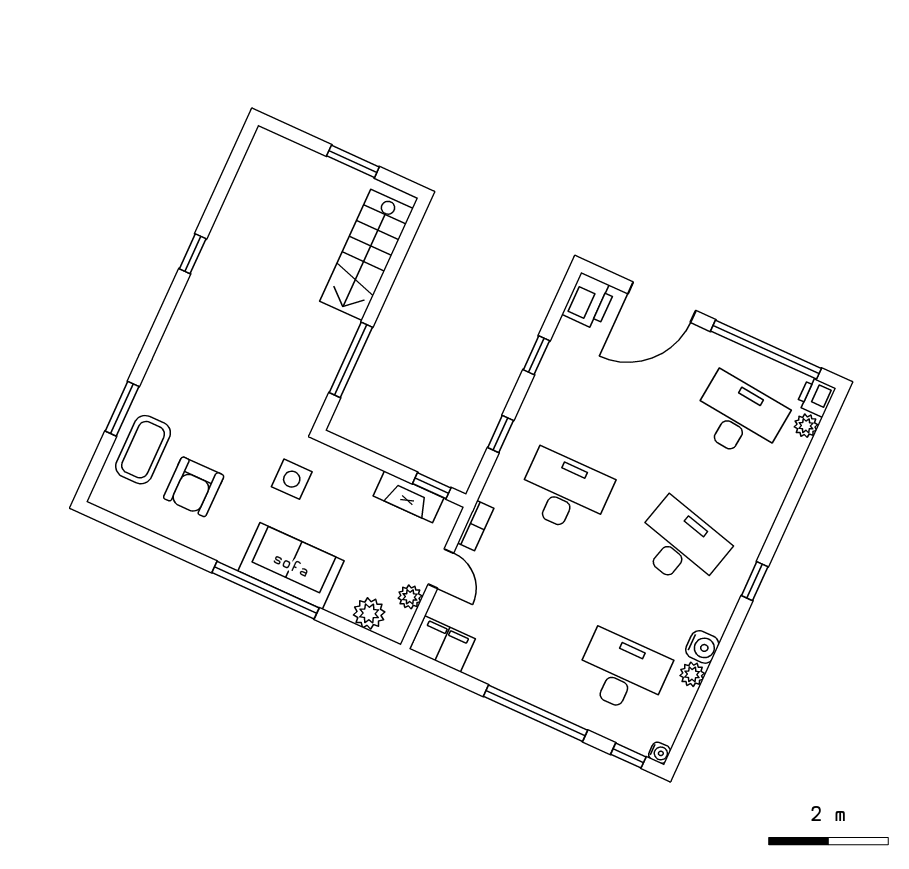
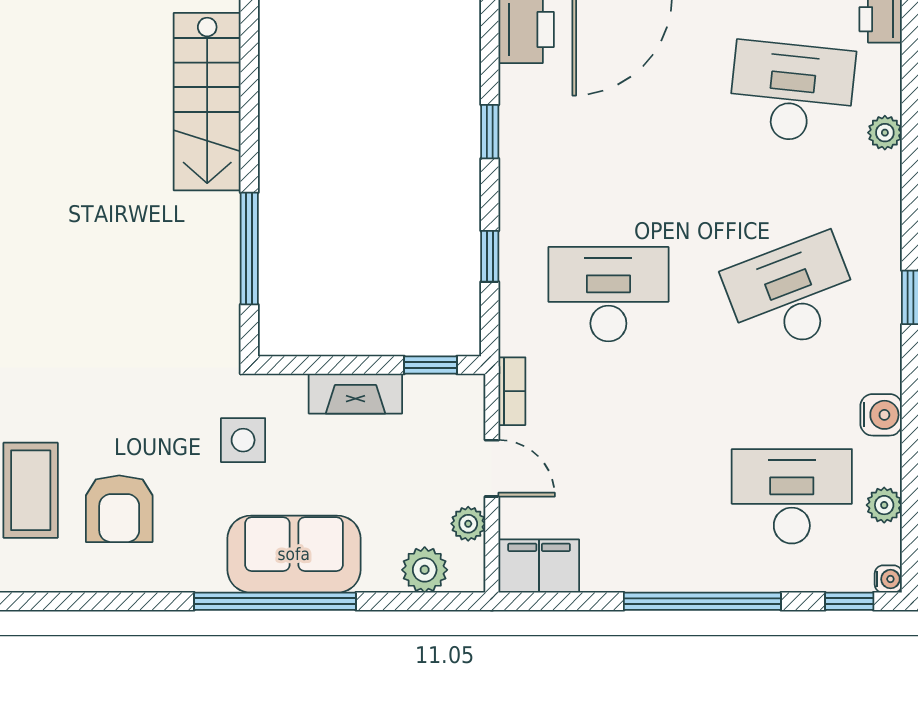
plant: (806, 426) -> (885, 133), moved
fireplace: (409, 497) -> (355, 394), moved
desk: (681, 545) -> (792, 294), turned -36
plant: (692, 674) -> (884, 505), moved

